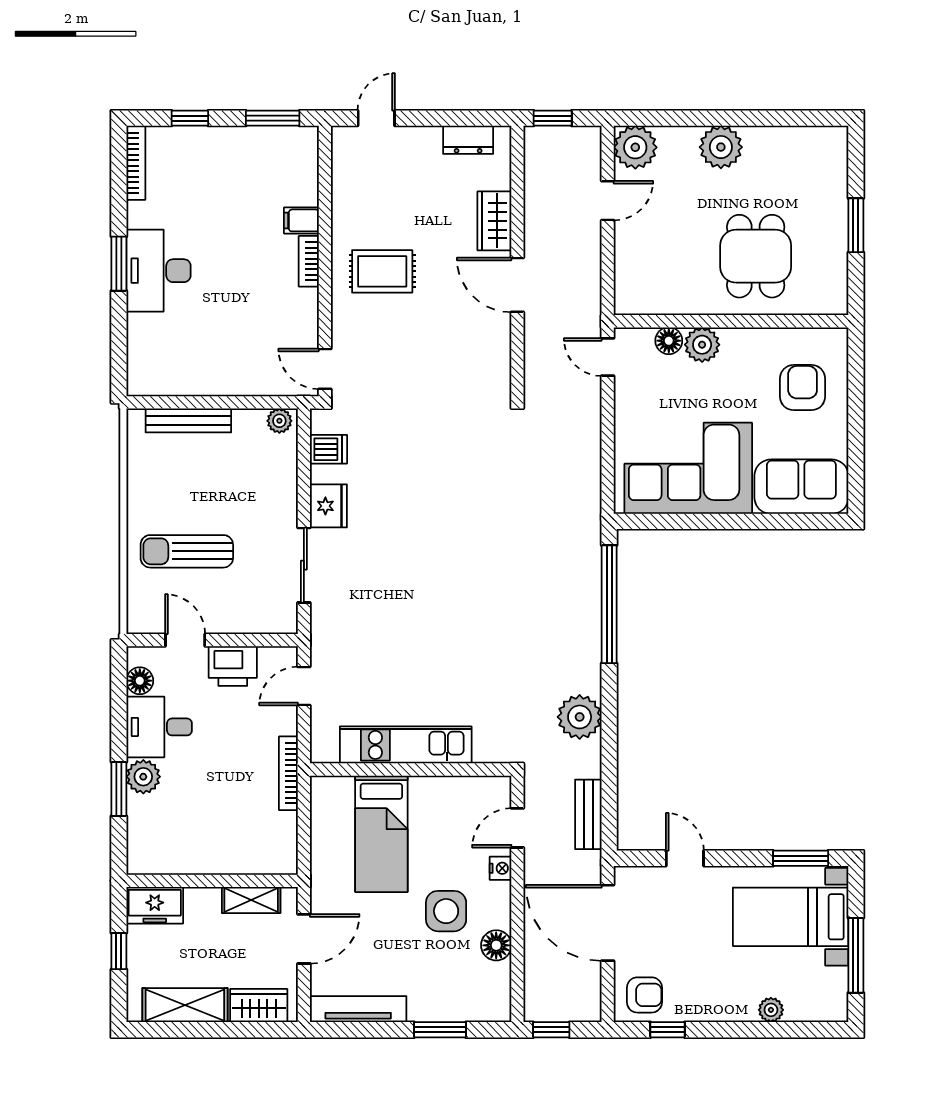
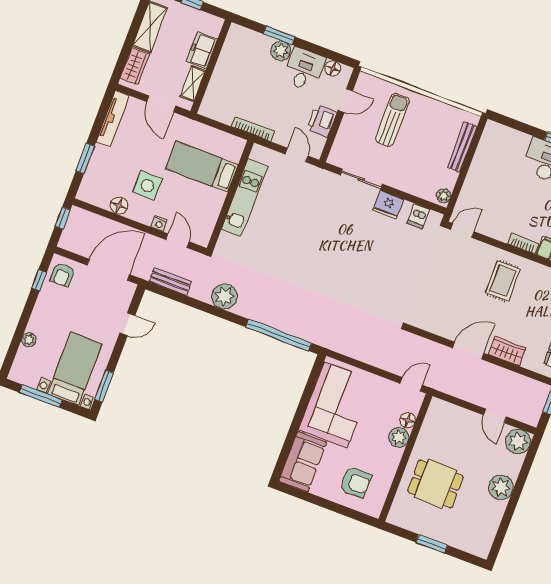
freezer: (155, 905) -> (202, 50), moved

